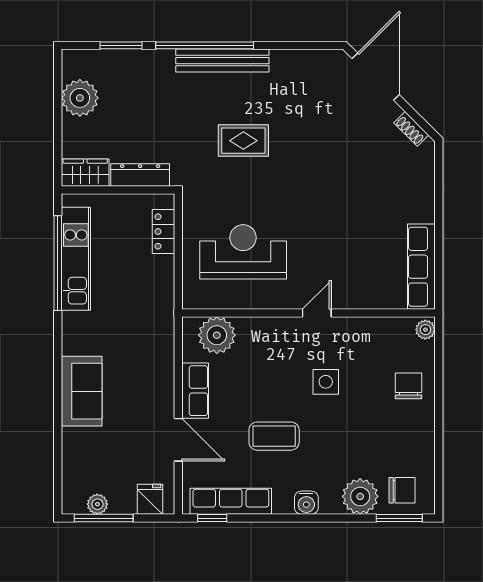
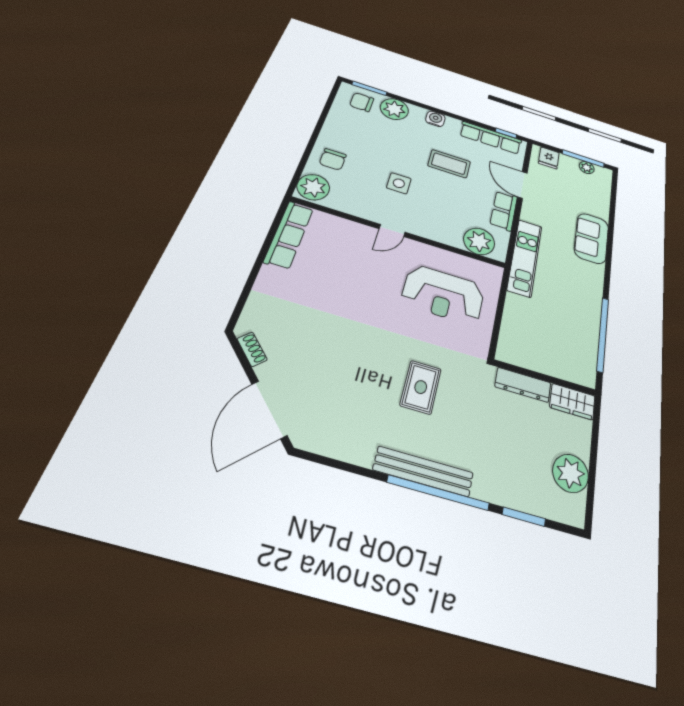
rug: (243, 141) -> (421, 387), turned 90
locker: (164, 231) -> (510, 331), removed
kitchen unit: (76, 259) -> (525, 258), moved, turned 180
plant: (425, 330) -> (313, 187), width x1.87, depth x1.87

